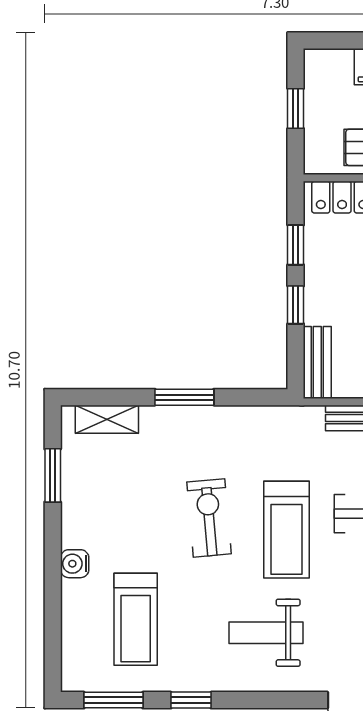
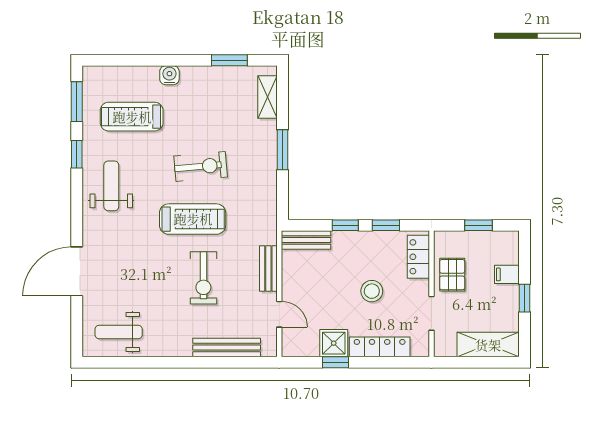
treadmill: (286, 530) -> (193, 219), turned 180
weight bench: (266, 633) -> (111, 186), moved

